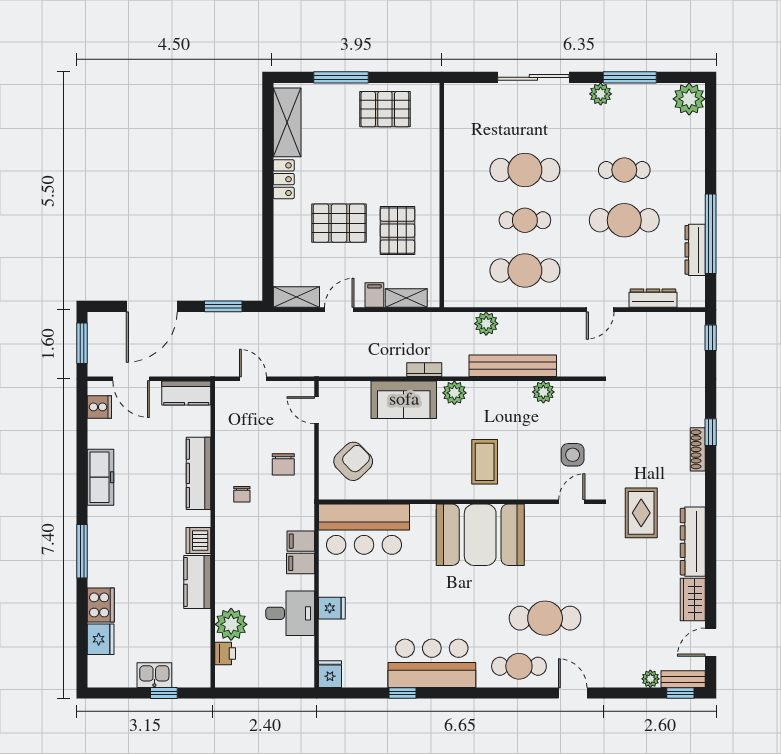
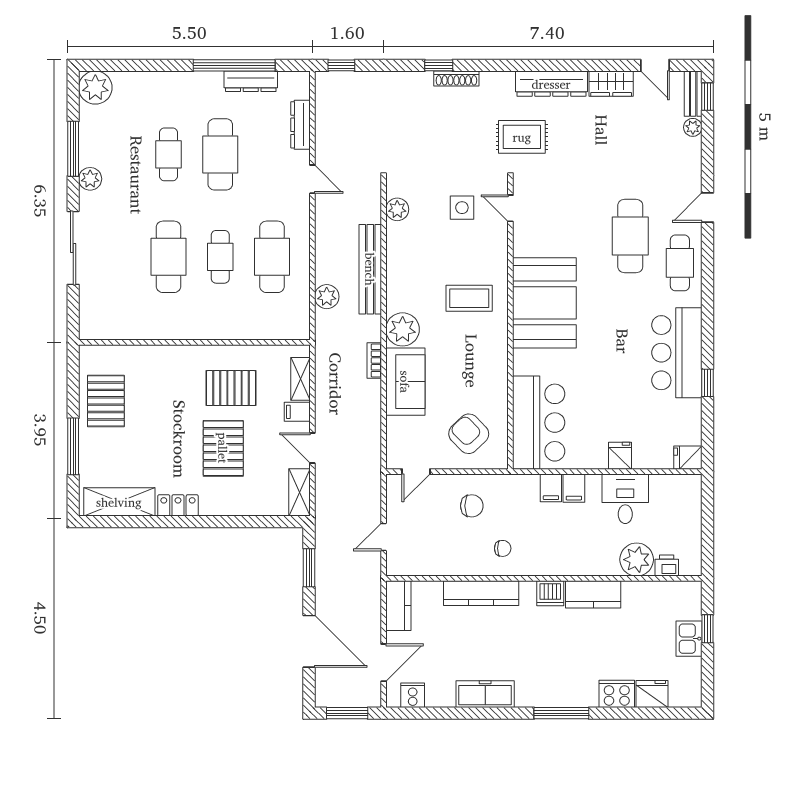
plant: (543, 392) -> (397, 209), moved
plant: (454, 393) -> (403, 329), width x1.36, depth x1.36

